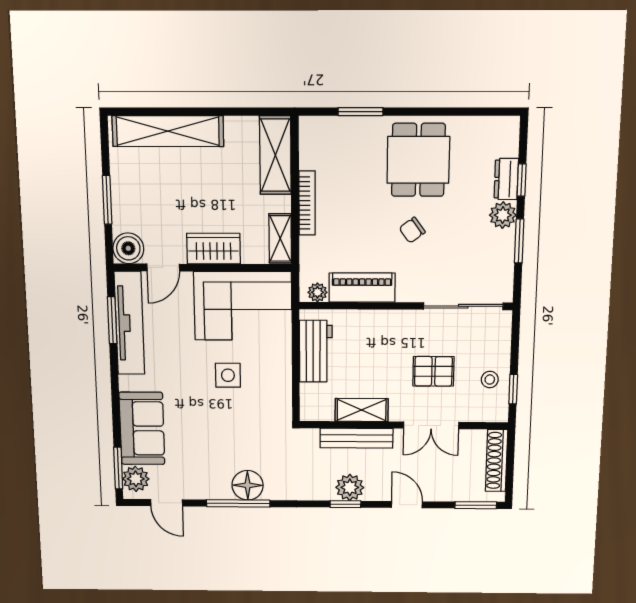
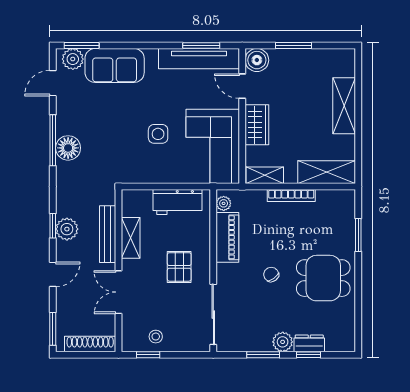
shelving: (168, 131) -> (344, 106), width x0.68
pallet: (433, 371) -> (179, 267), moved

